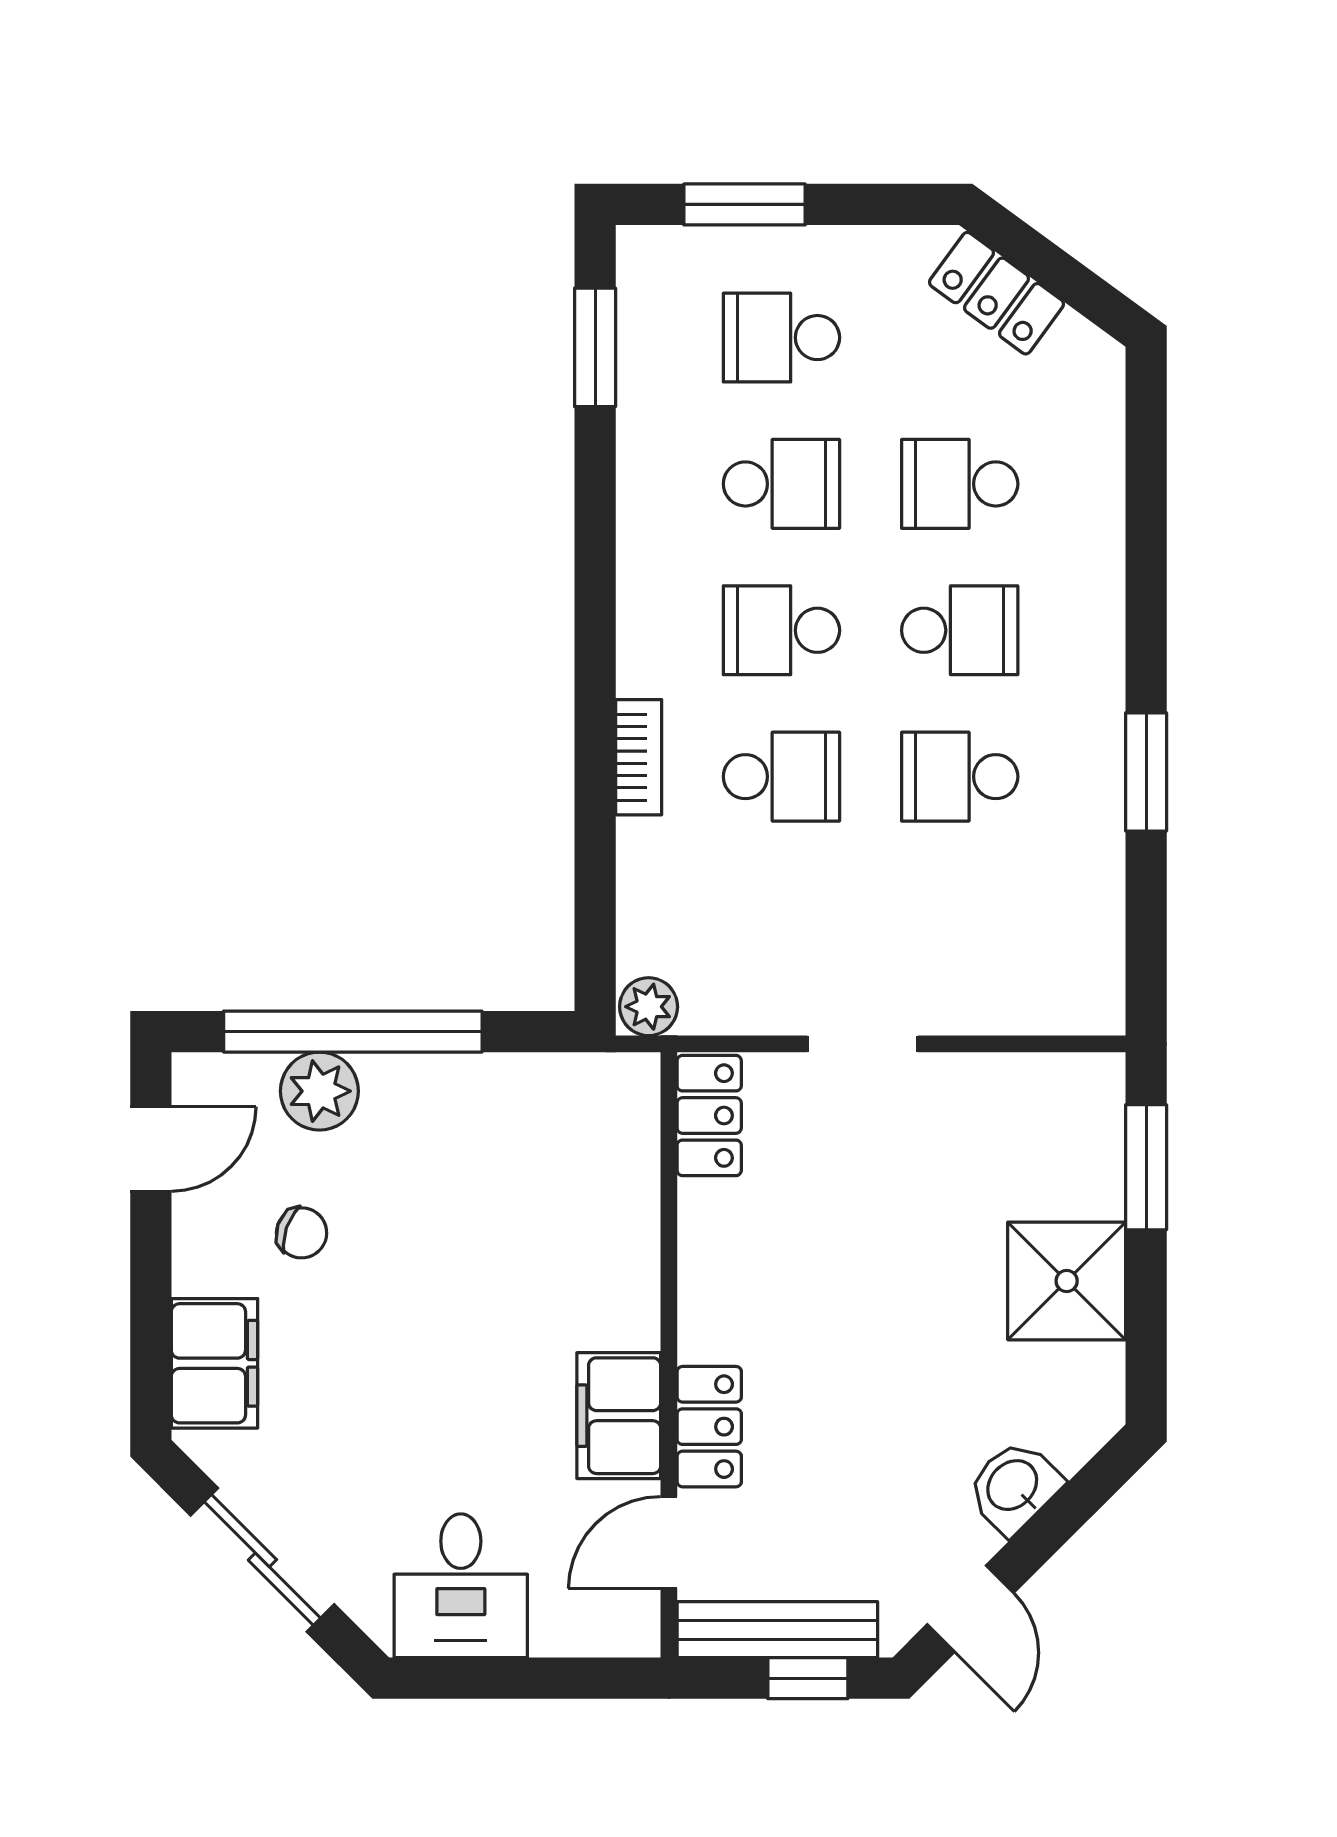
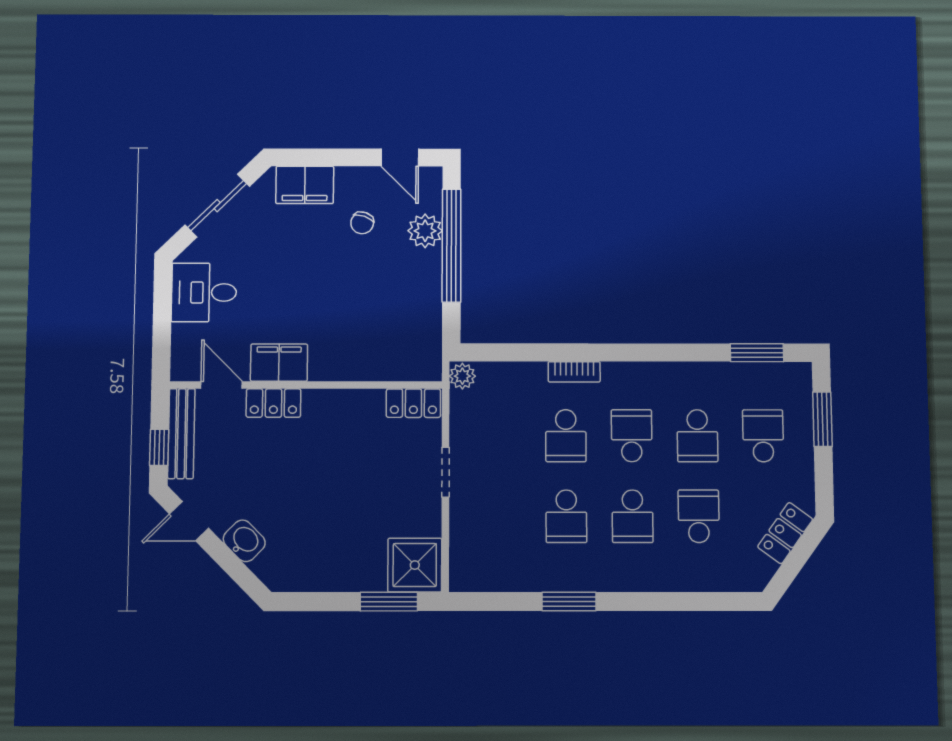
school desk: (960, 777) -> (566, 516), turned 180
shower: (1067, 1281) -> (415, 565), moved

